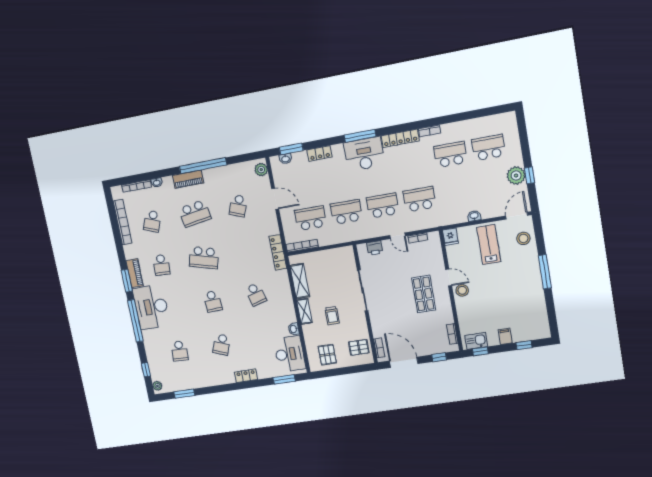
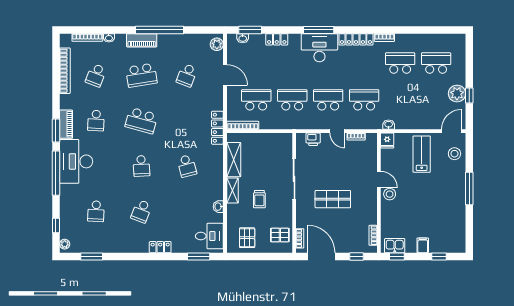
washbasin: (474, 216) -> (389, 125), moved
shop shelf: (424, 294) -> (333, 199), moved, turned 90
desk: (290, 354) -> (209, 236), width x0.73

